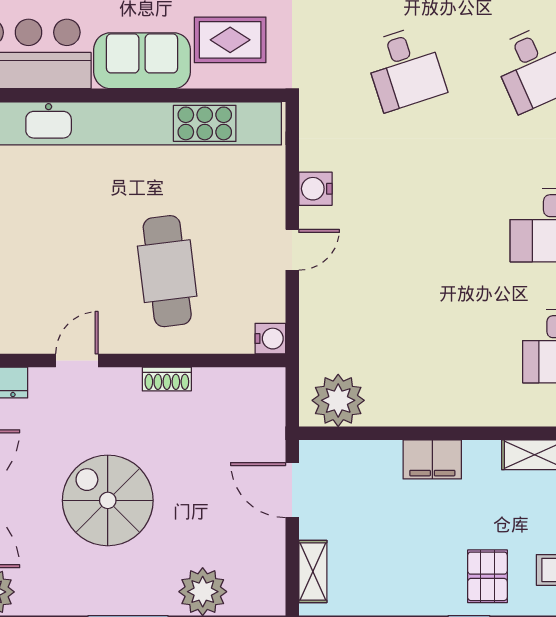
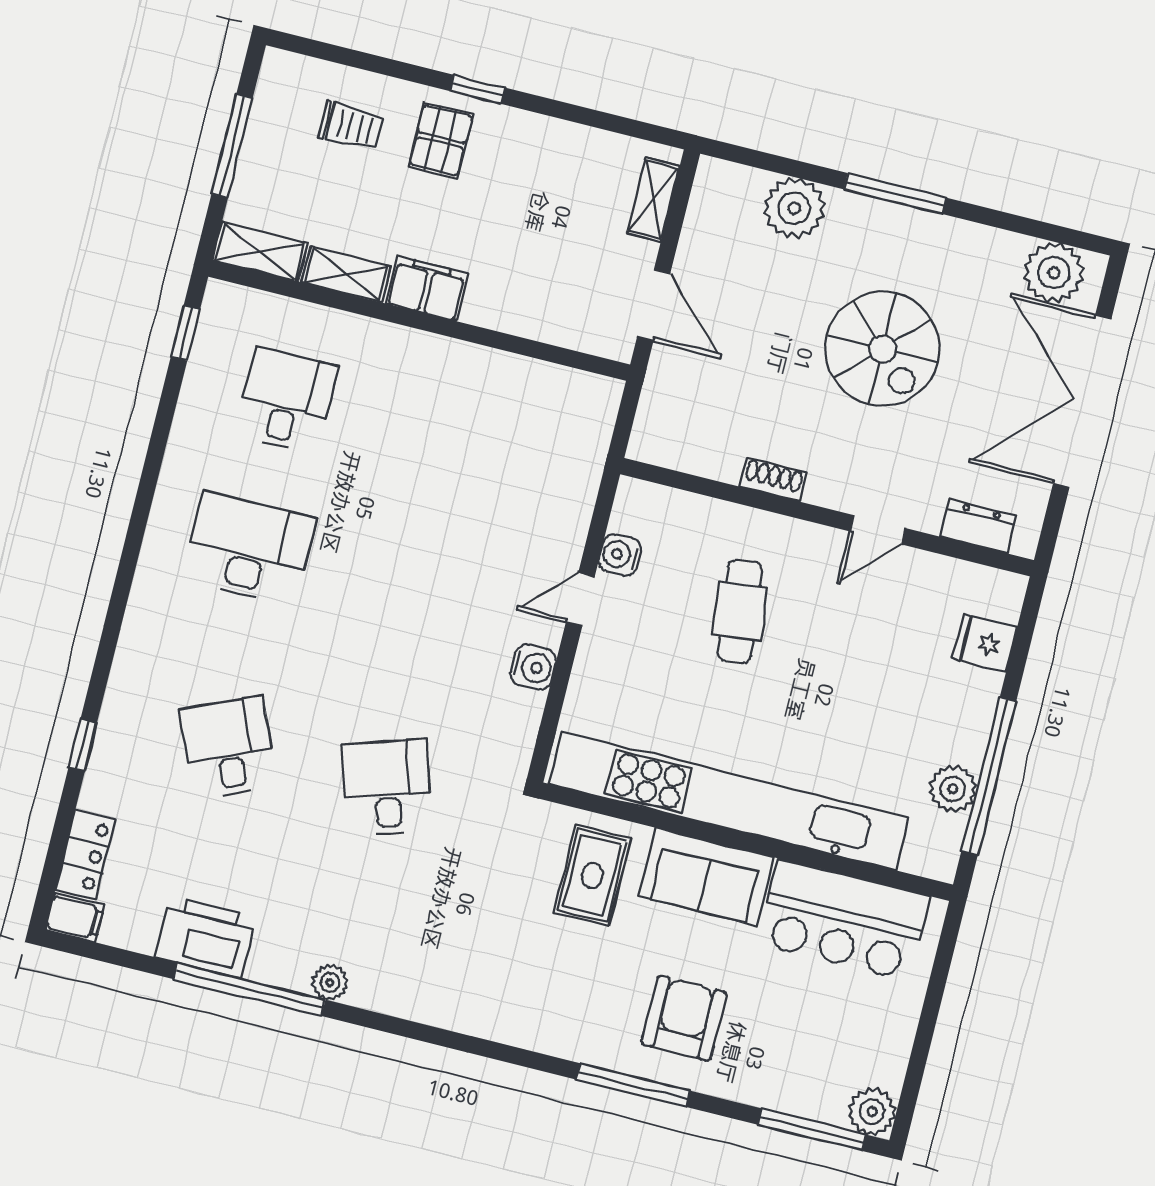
rug: (230, 40) -> (592, 875), turned 90
cafe table: (167, 271) -> (740, 611), width x0.73, depth x0.74
water cooler: (270, 339) -> (620, 555), moved
plant: (338, 400) -> (570, 401), removed
filing cabinet: (432, 459) -> (427, 289), moved

